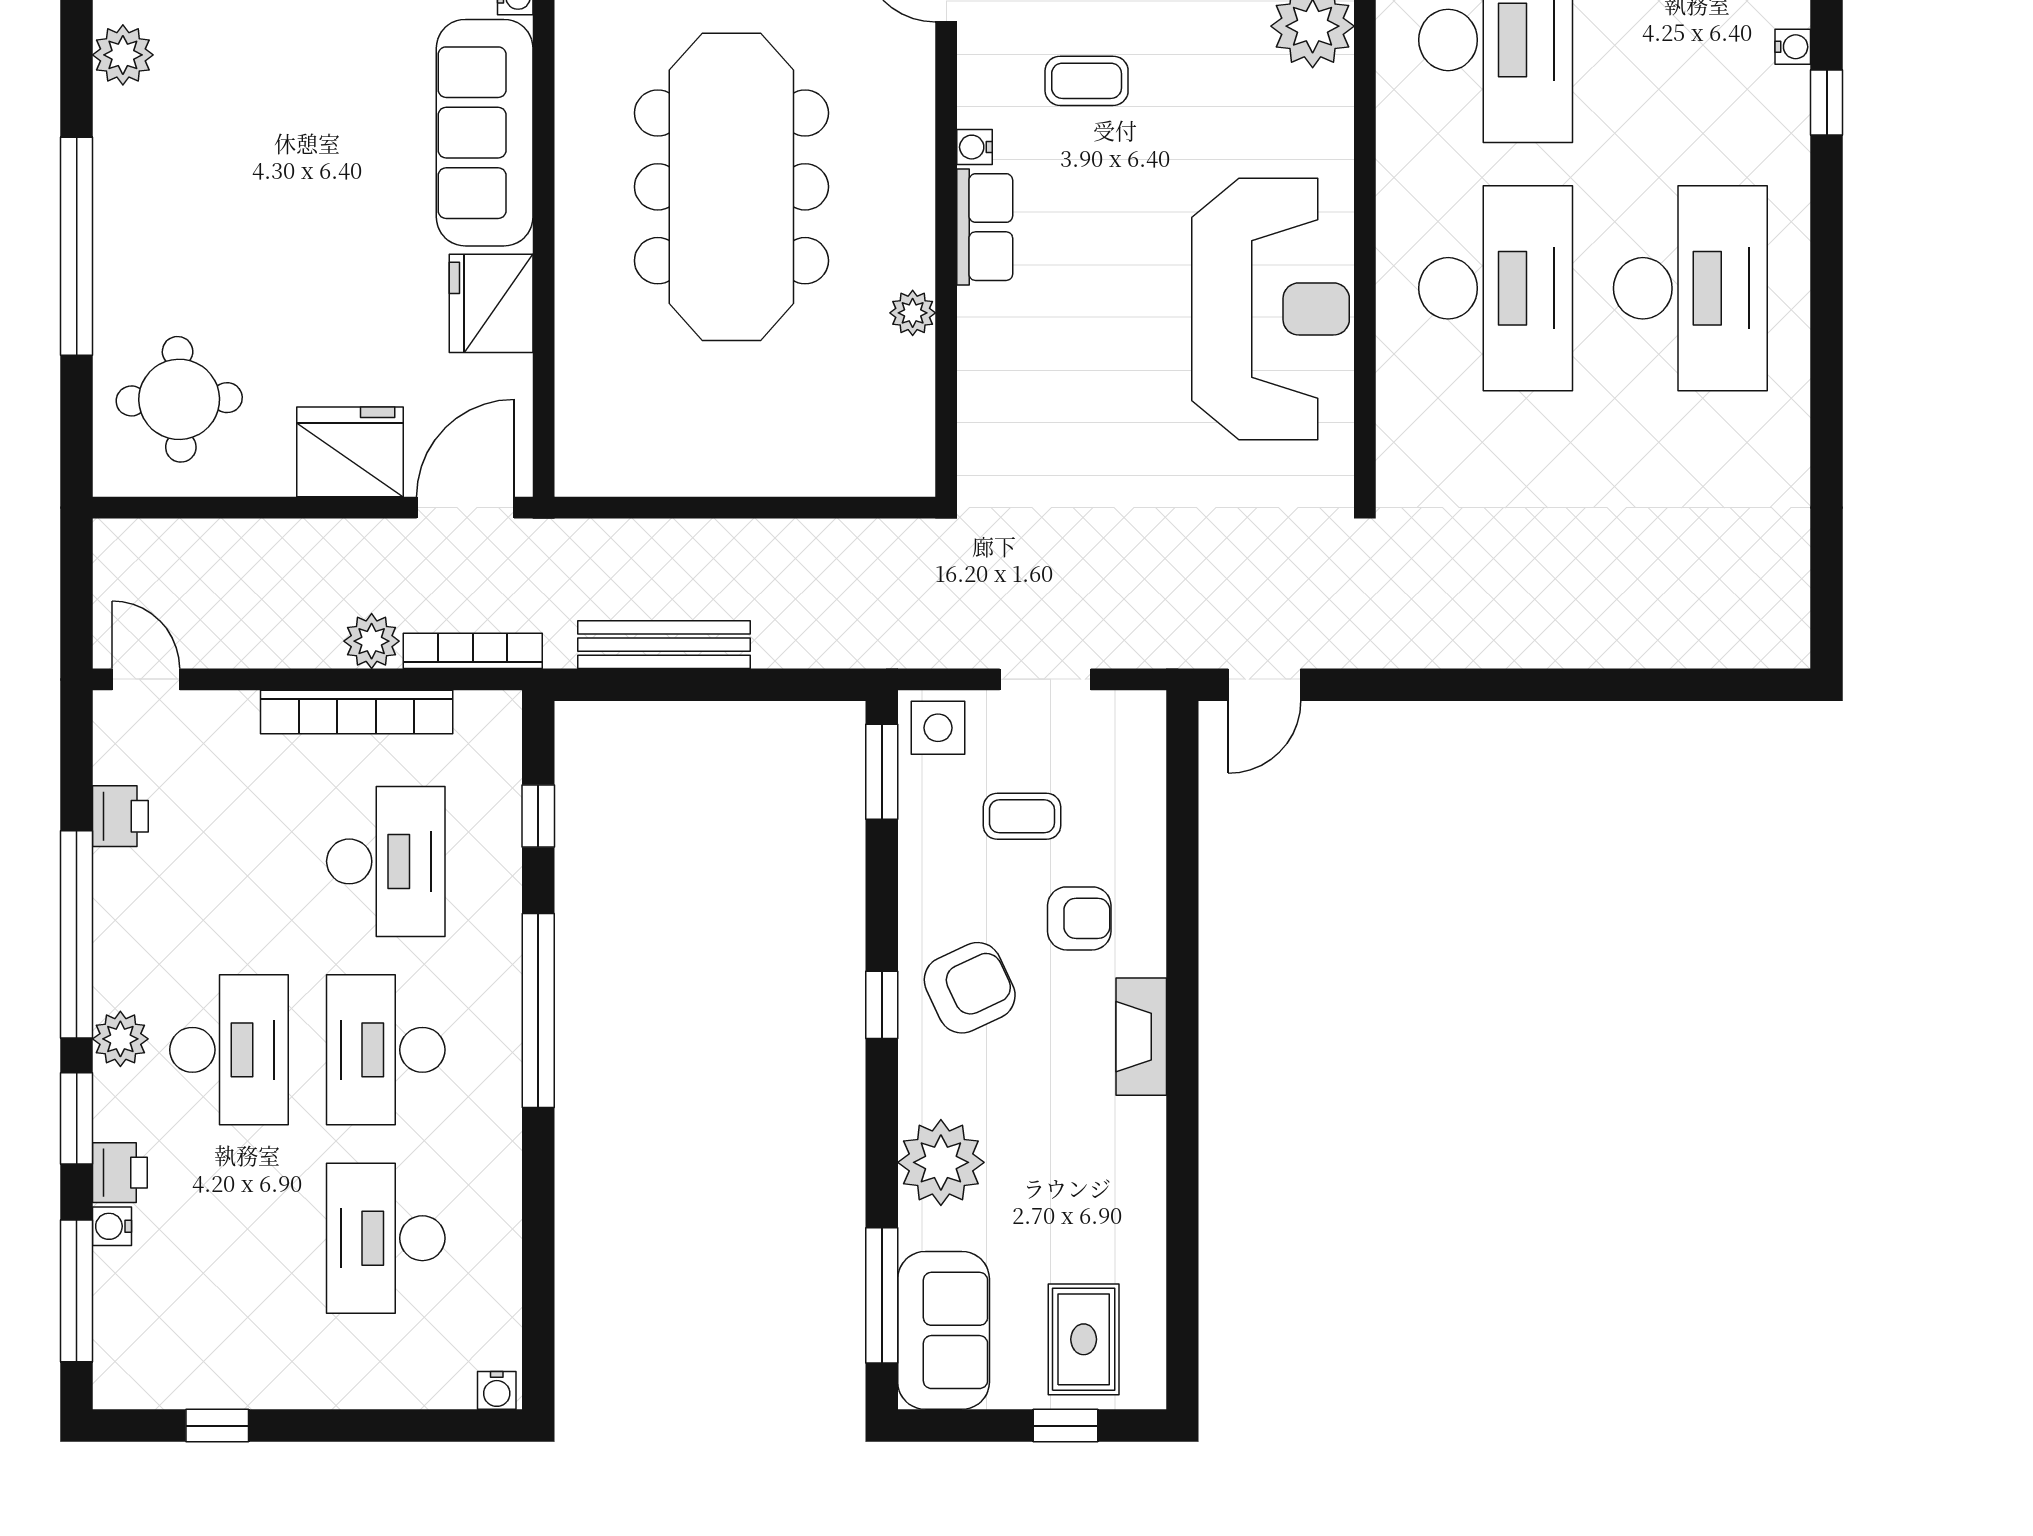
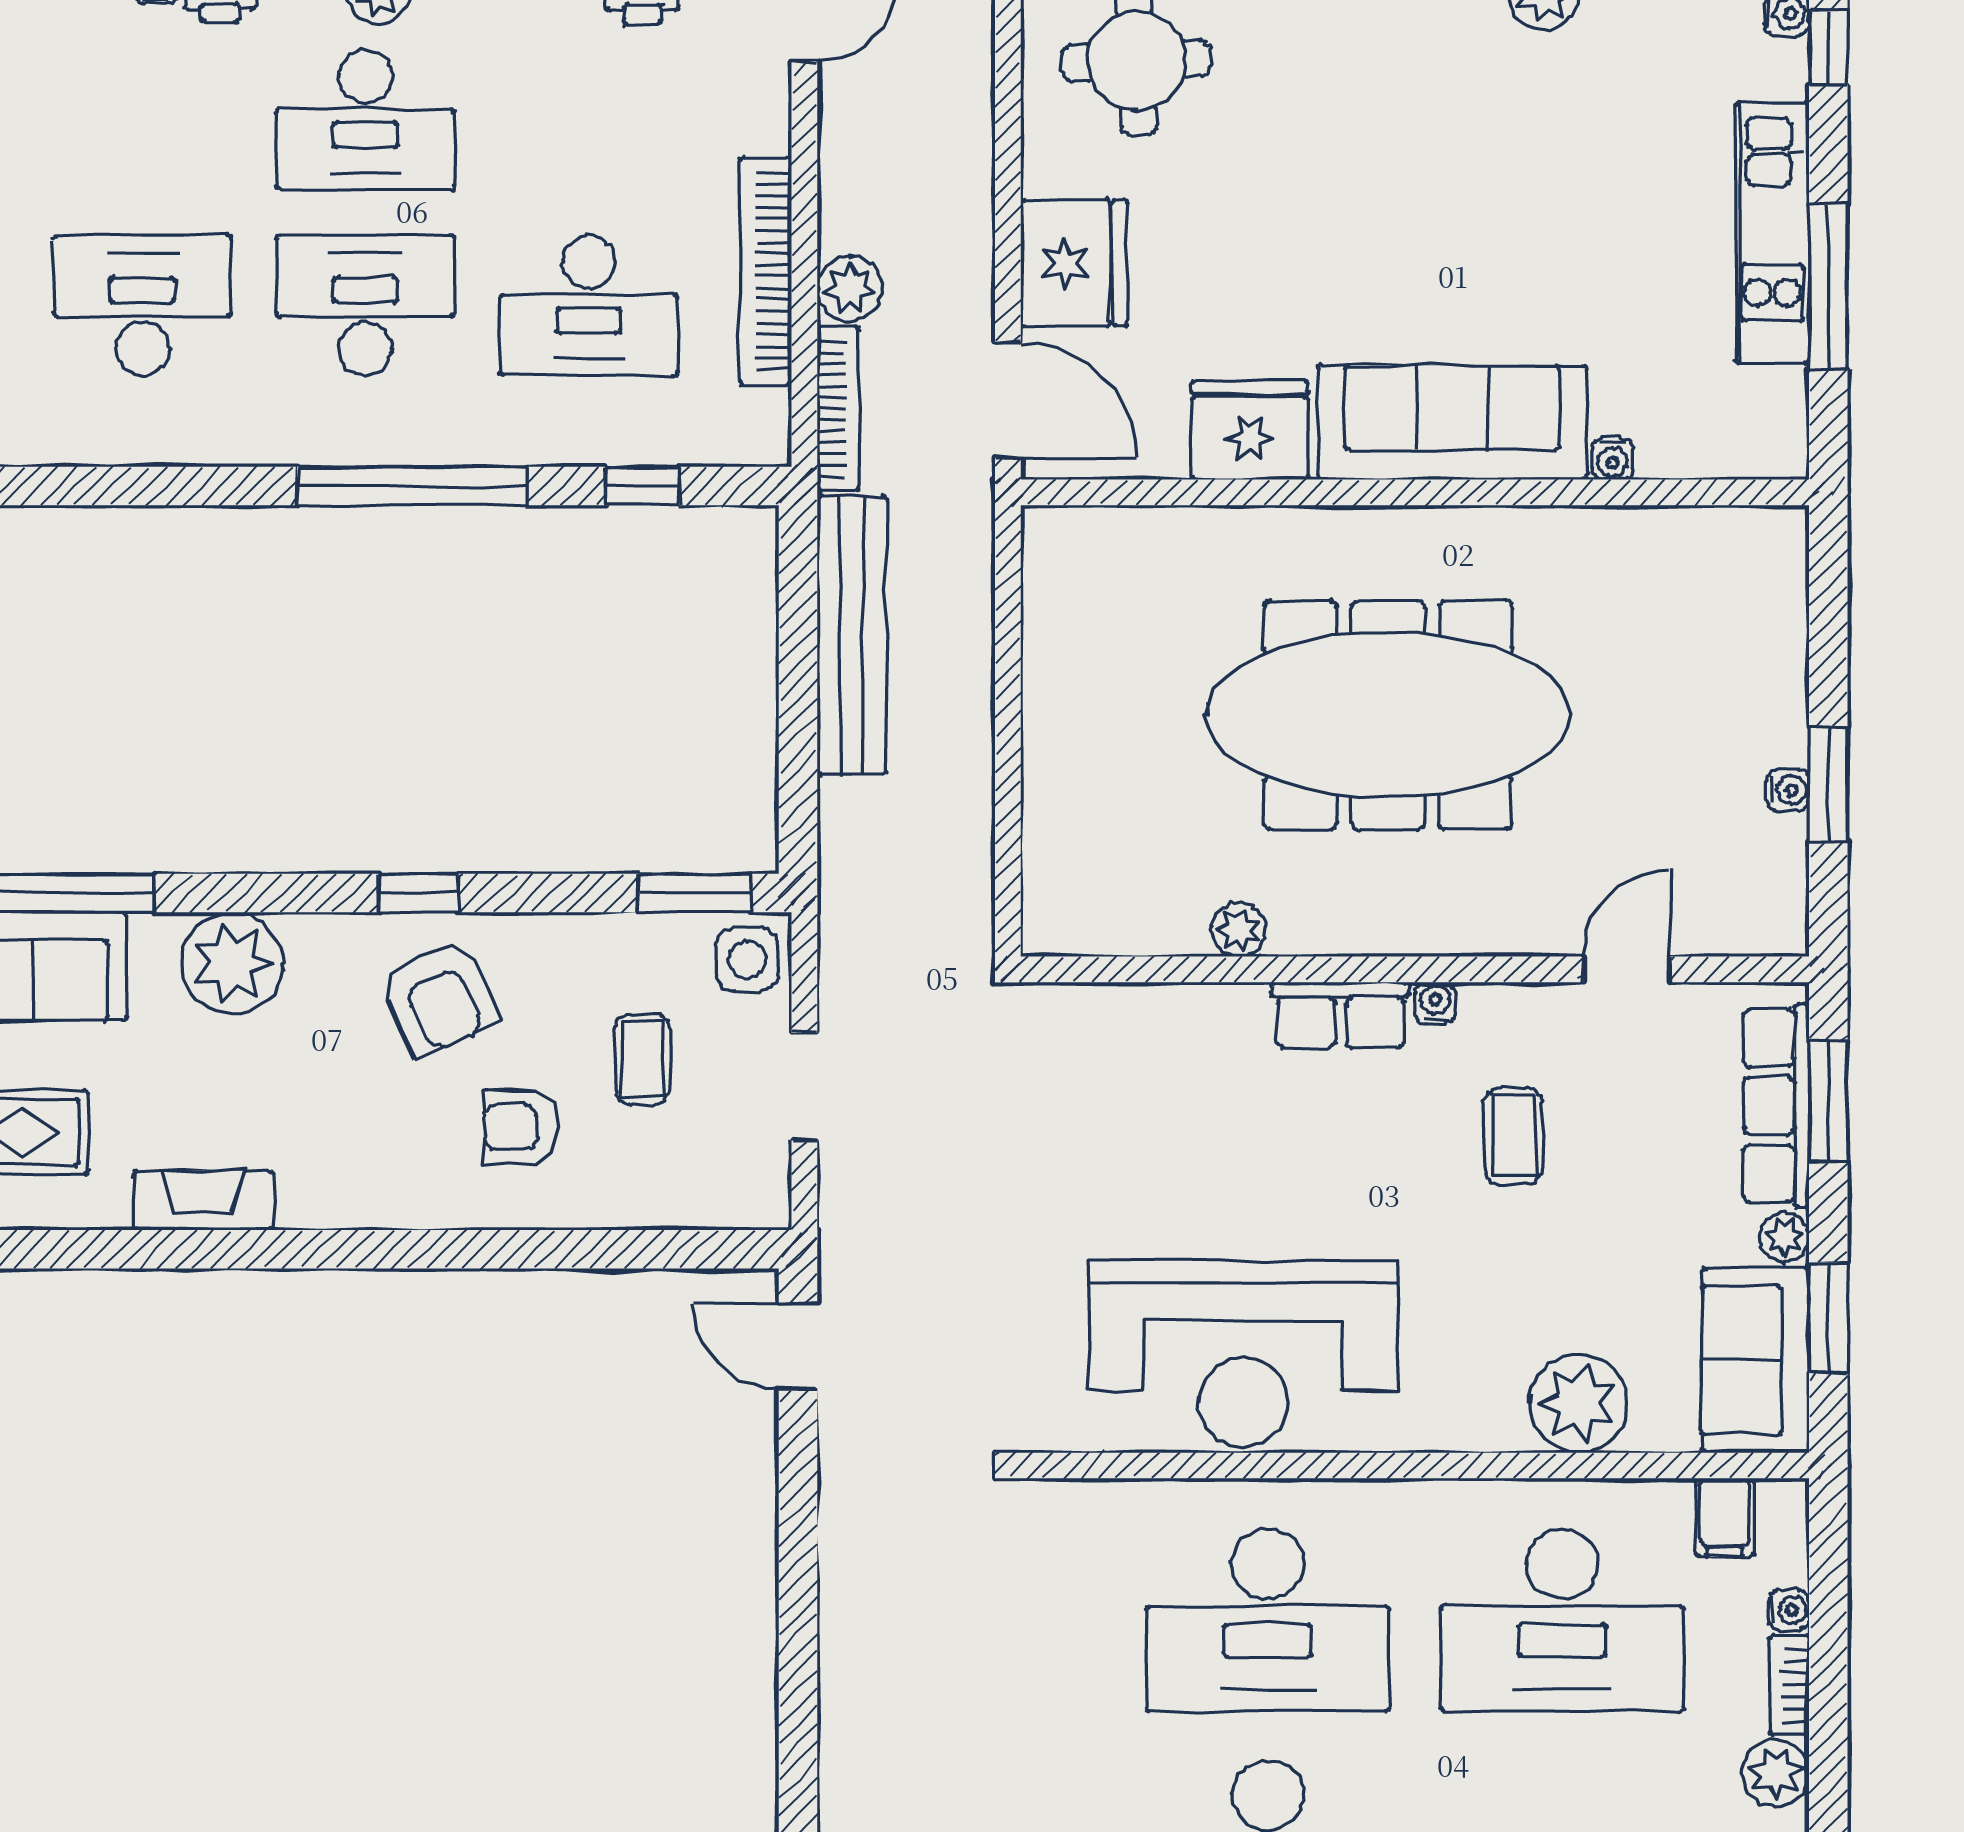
bench: (664, 645) -> (852, 635), width x1.37, depth x1.21
armchair: (1079, 918) -> (521, 1127), turned 90
fireplace: (1141, 1037) -> (203, 1200), moved

